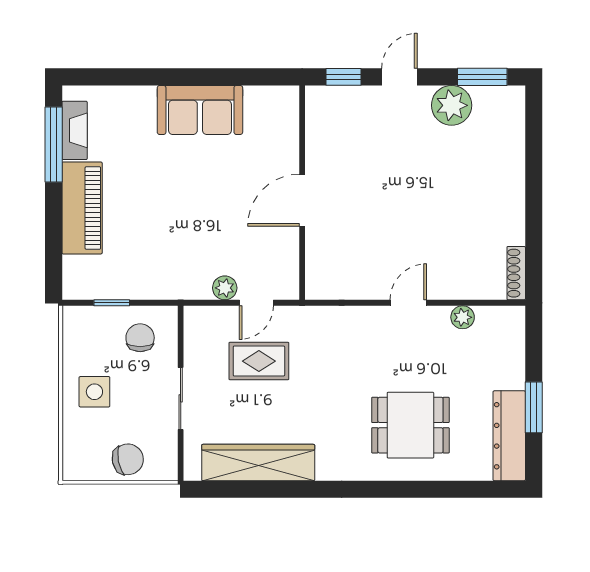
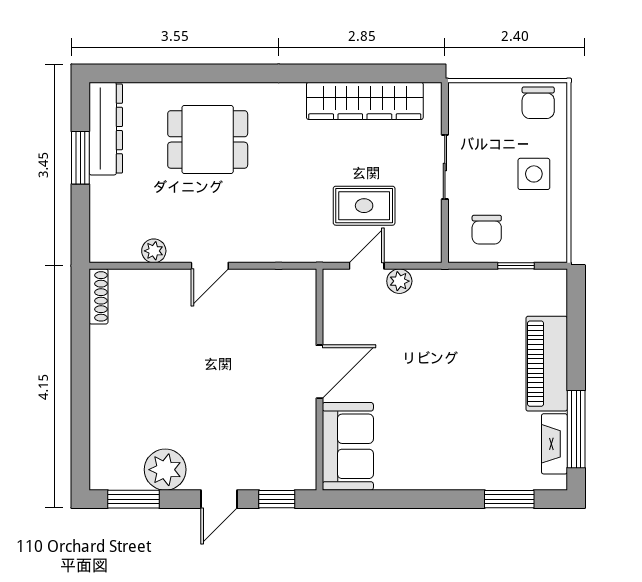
window: (118, 77) -> (509, 499), added
sofa: (200, 110) -> (348, 446), moved, turned 90
chair: (128, 459) -> (538, 103), moved, turned -79

